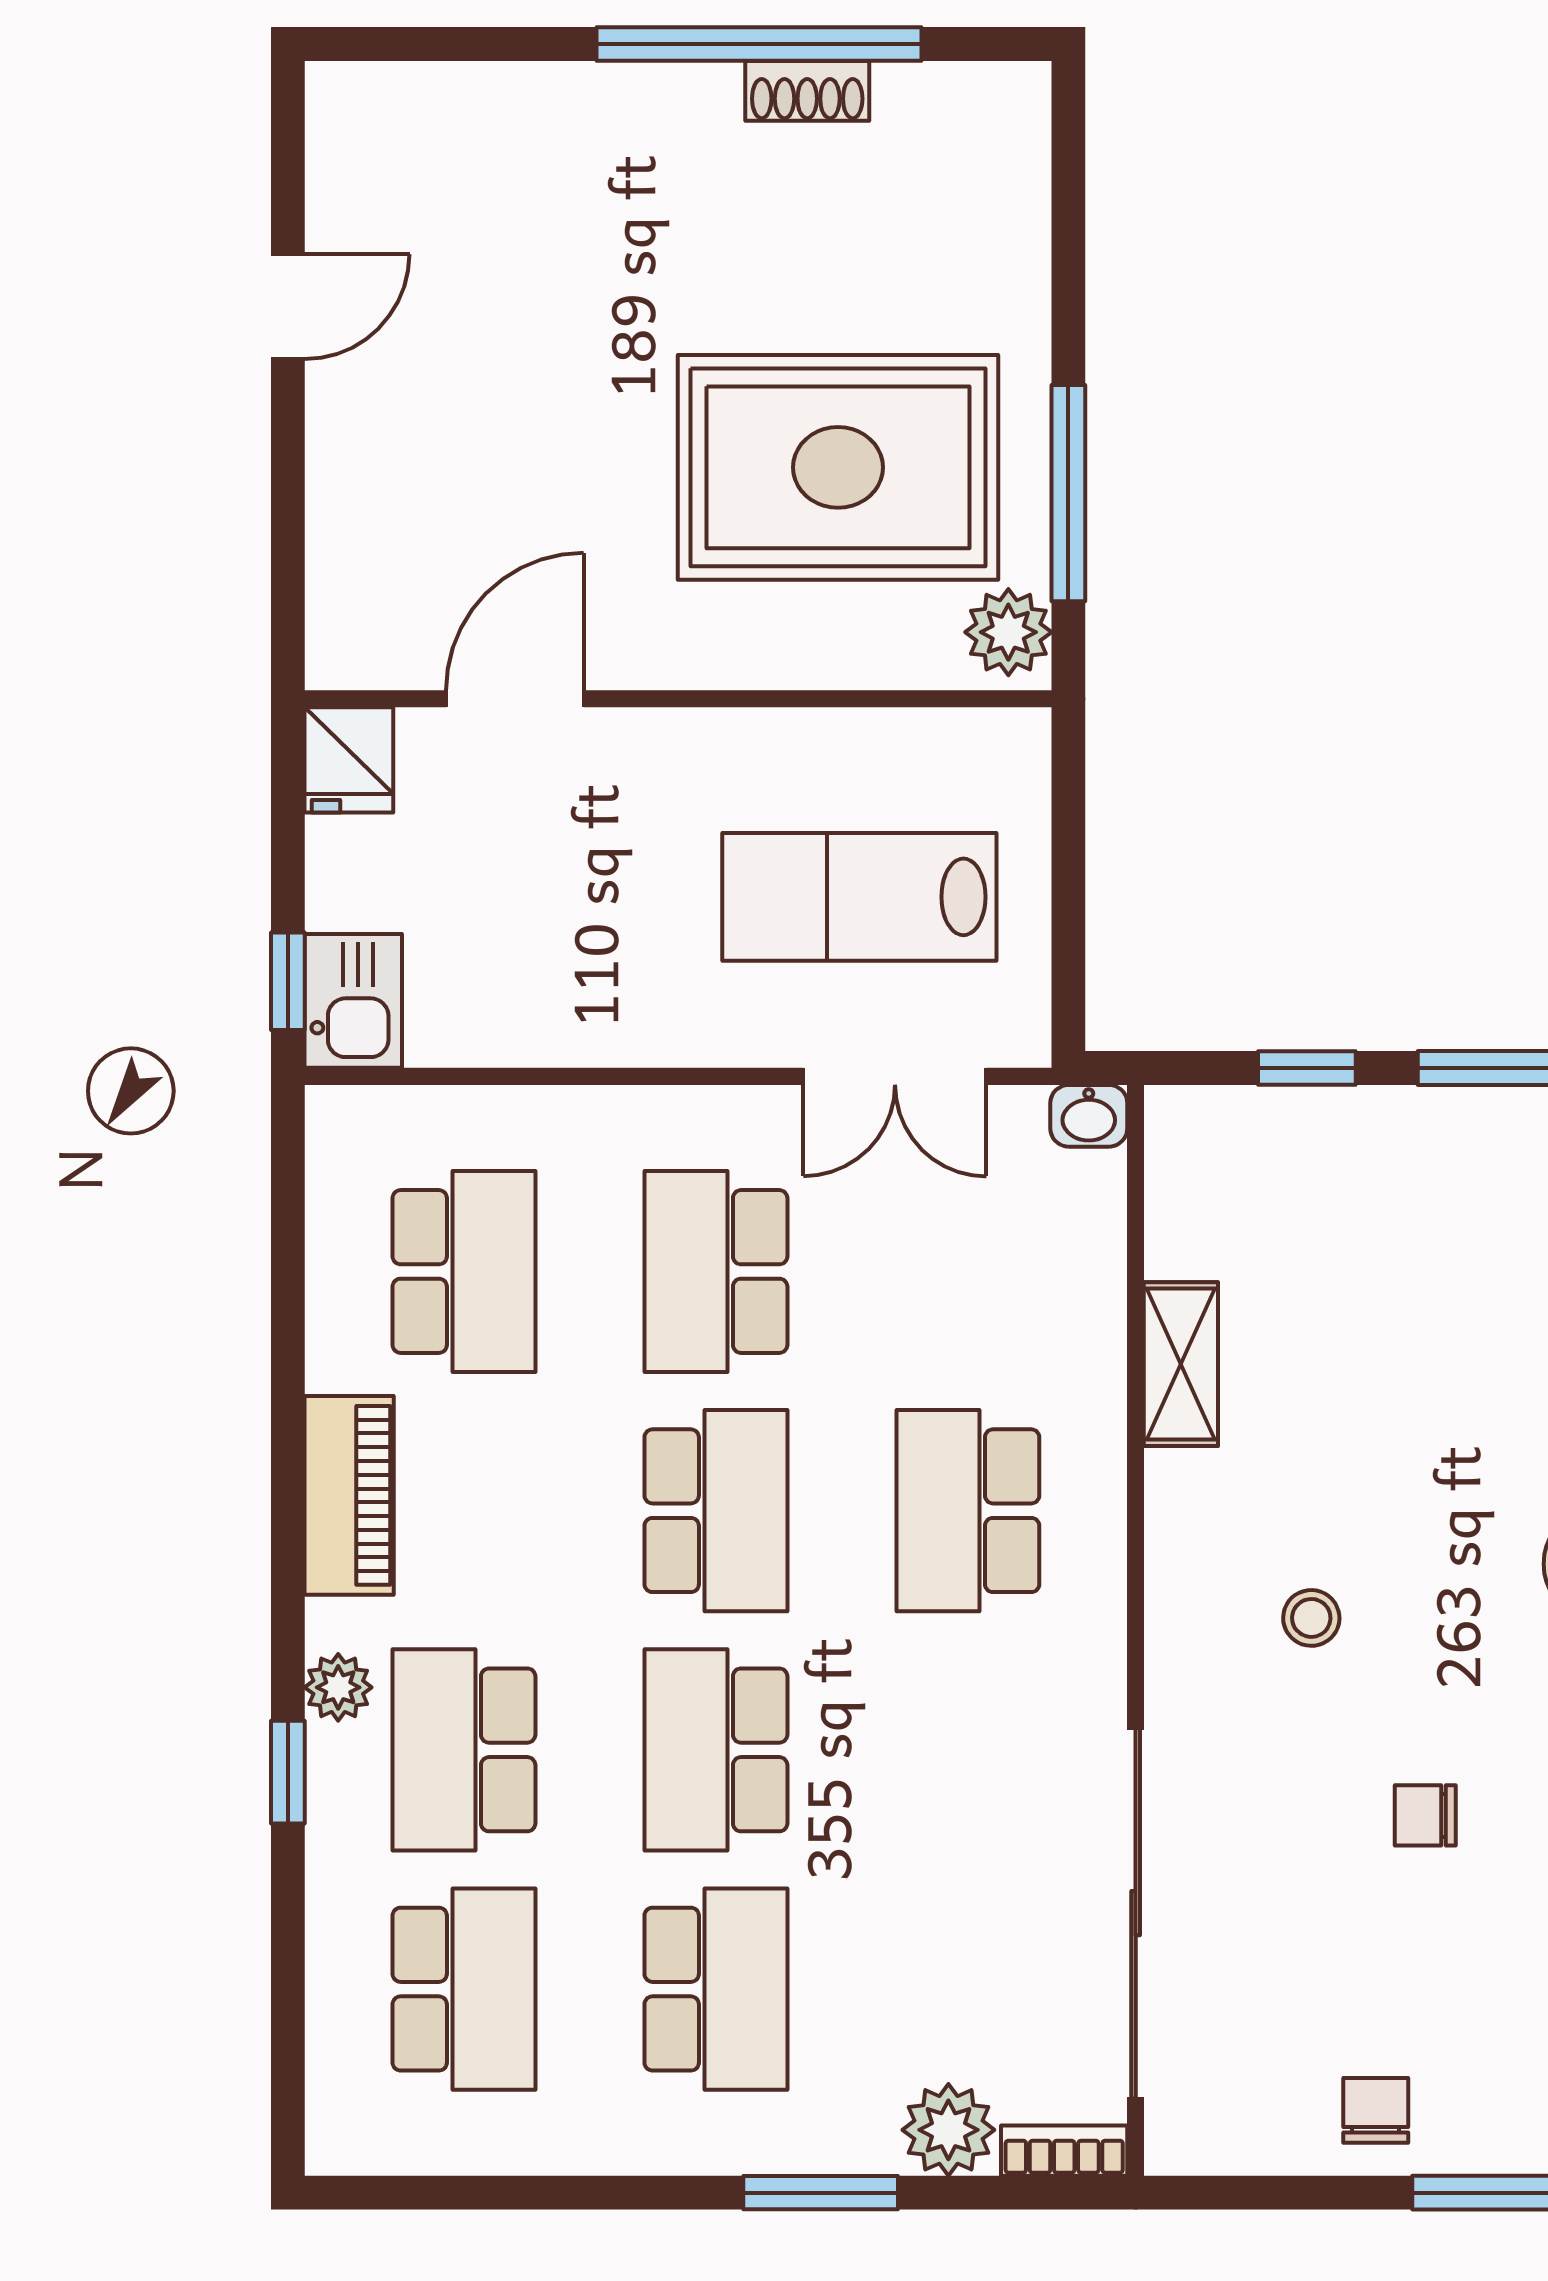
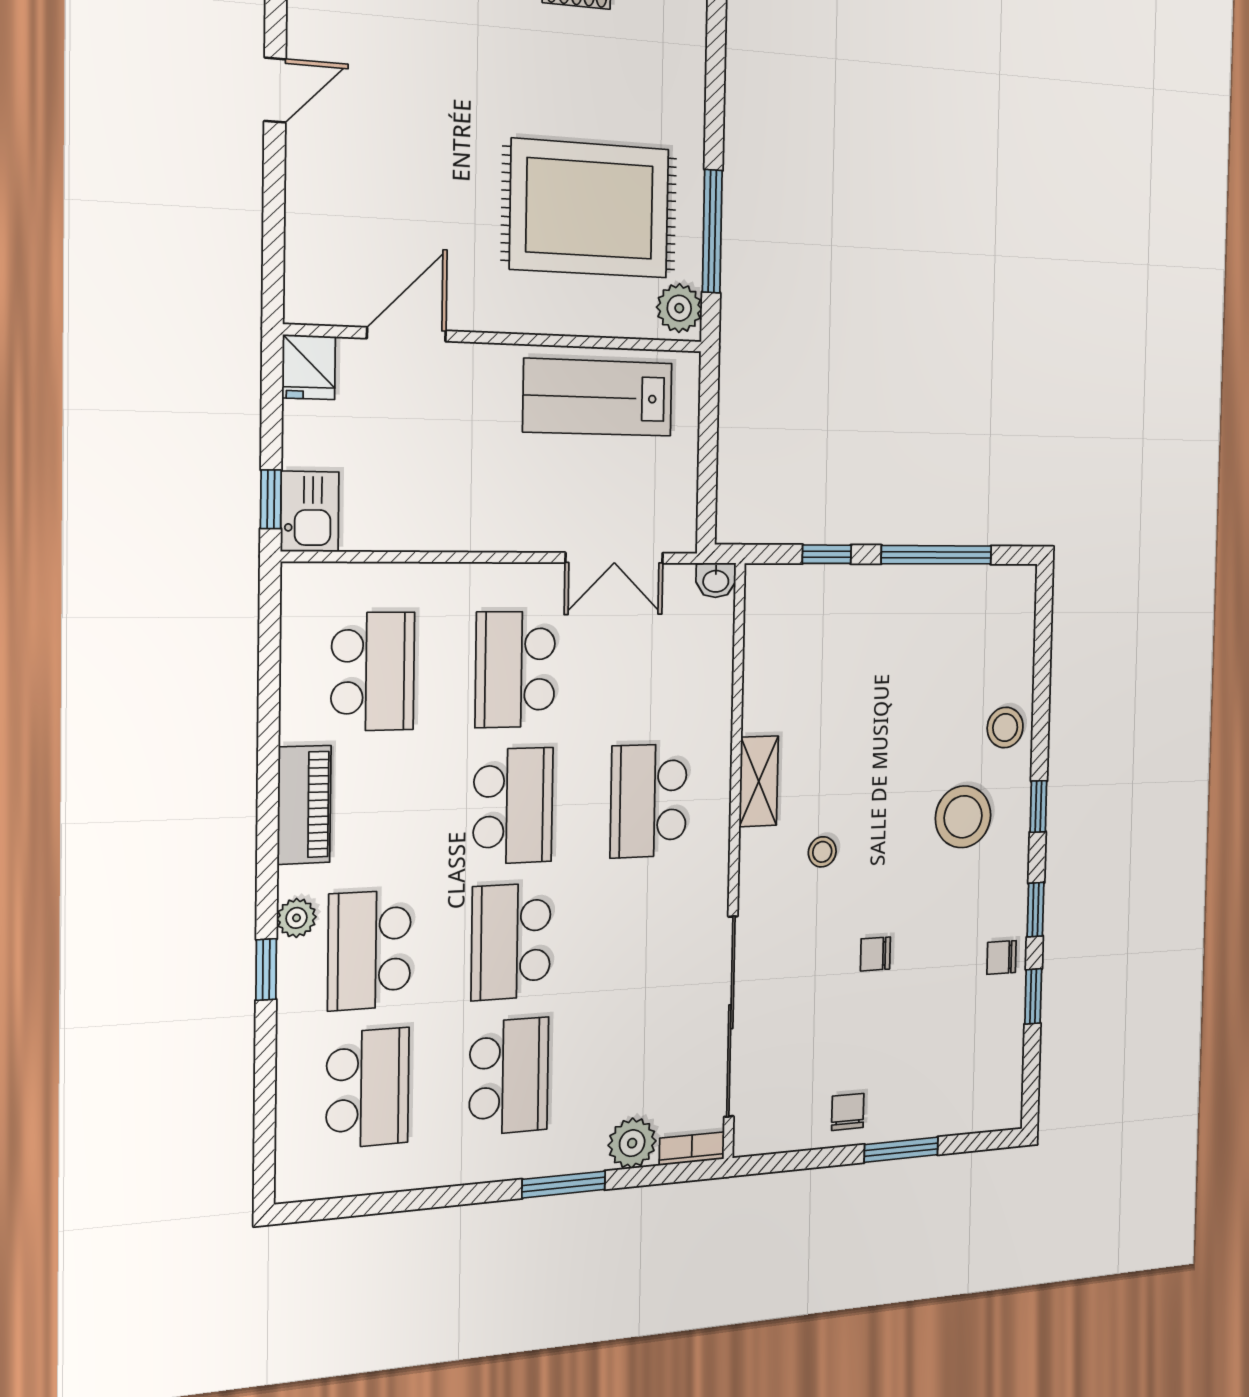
lab bench: (859, 897) -> (598, 397), moved
shelving: (1181, 1364) -> (759, 781), moved

